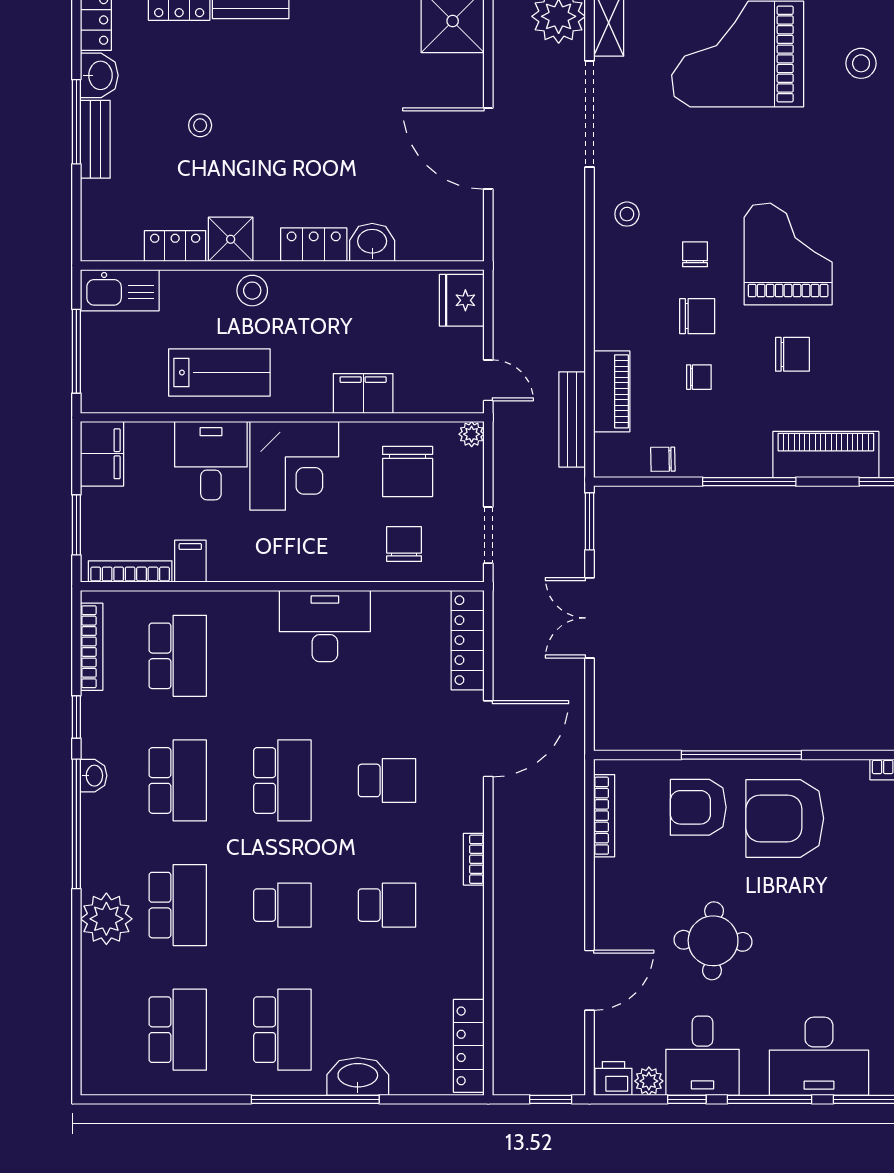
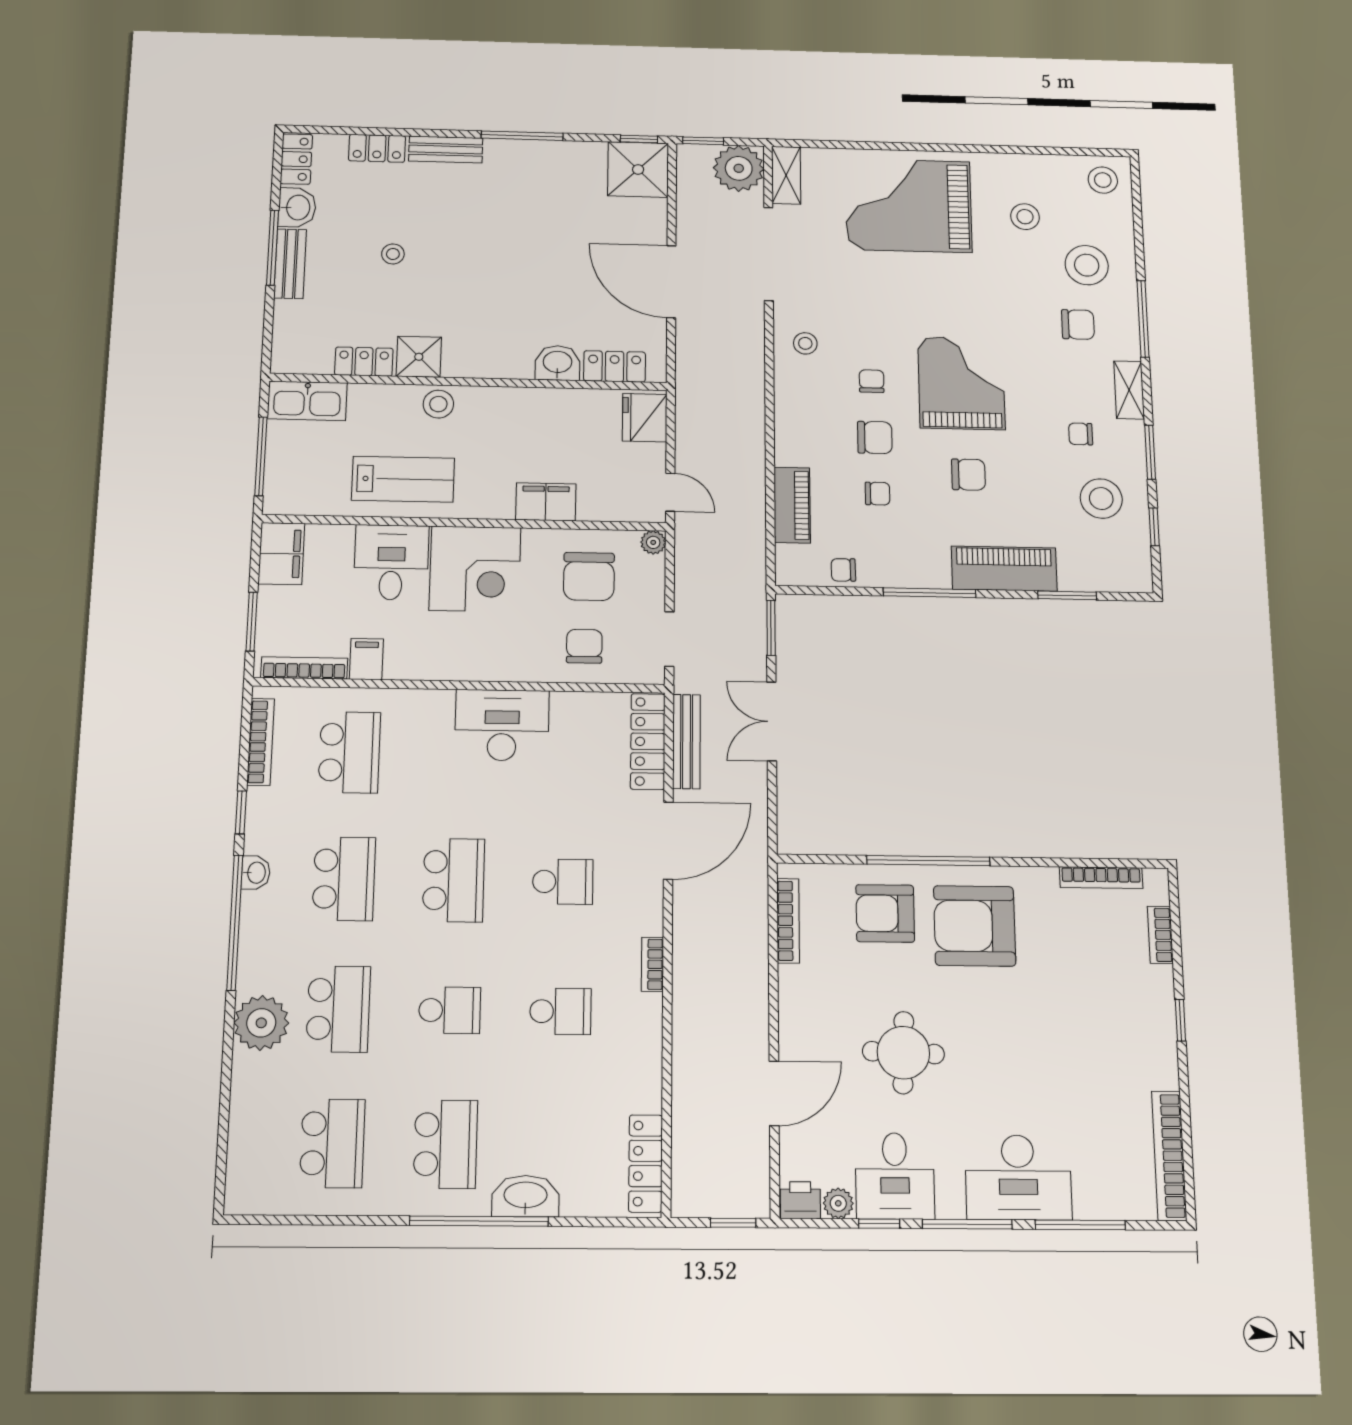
locker: (314, 245) -> (615, 366), moved
bench: (572, 419) -> (686, 741), moved

